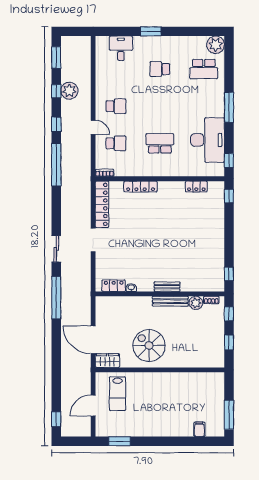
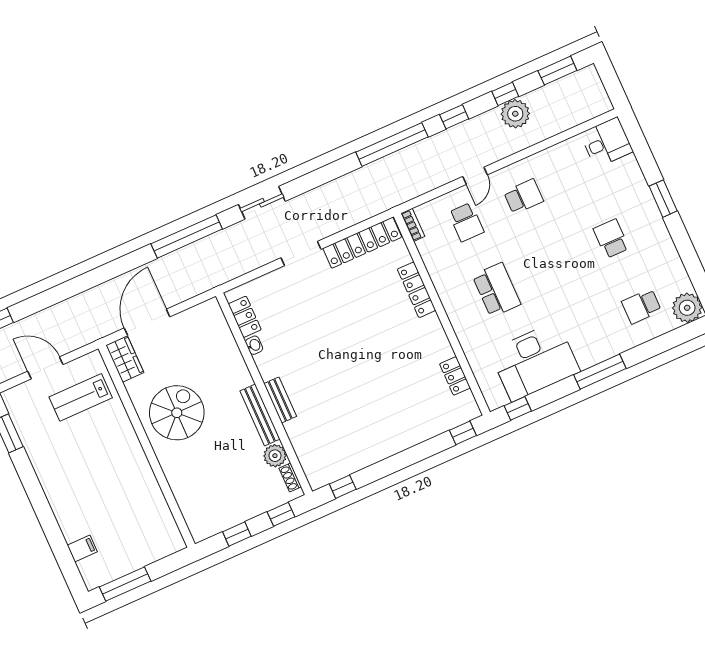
desk: (121, 48) -> (607, 142), moved
school desk: (204, 69) -> (641, 306), width x0.54
school desk: (116, 106) -> (524, 197), turned -90

